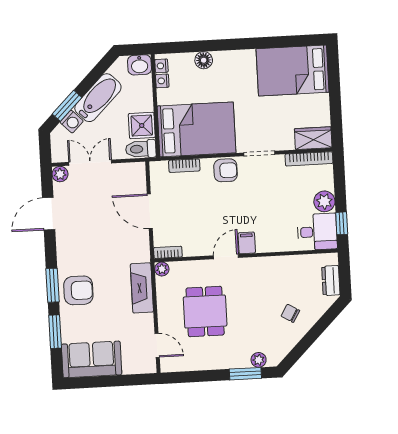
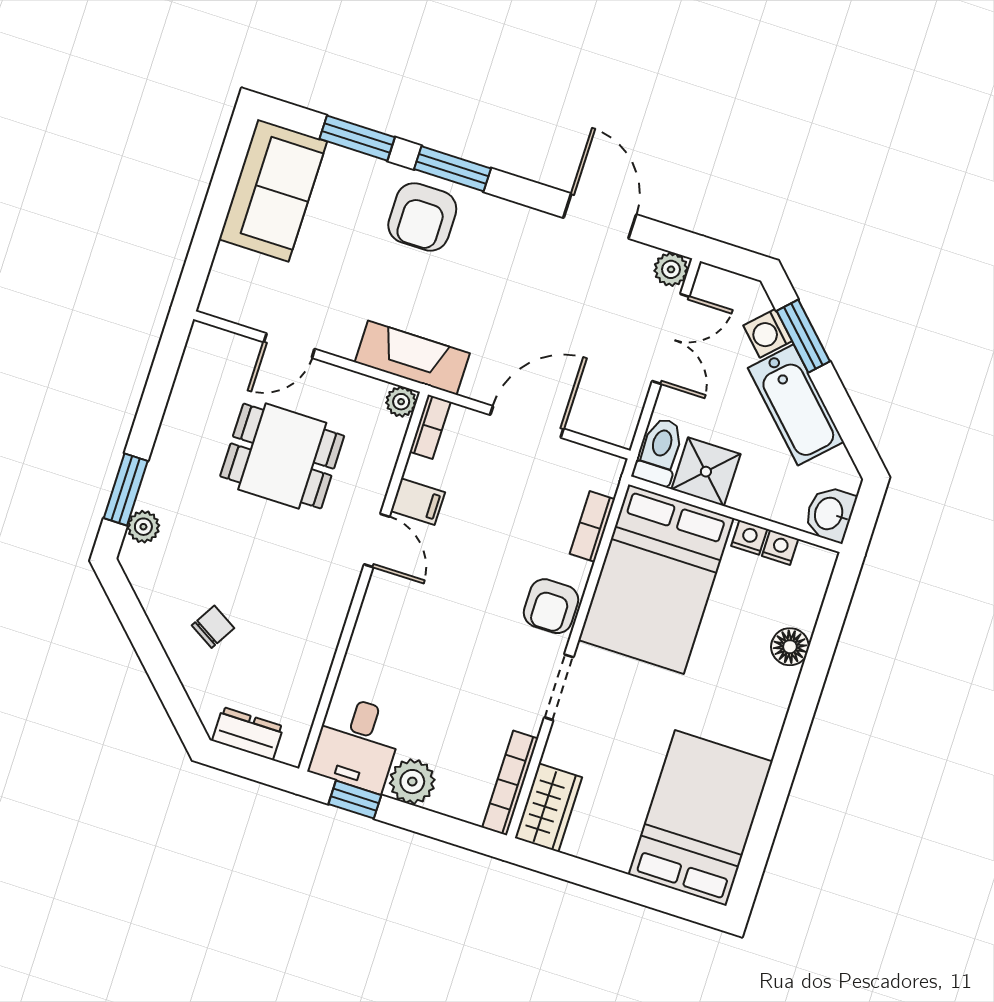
nightstand: (161, 66) -> (749, 537), moved
filing cabinet: (247, 243) -> (418, 502), moved
fireplace: (142, 288) -> (412, 358), moved
door: (157, 345) -> (289, 346), moved

